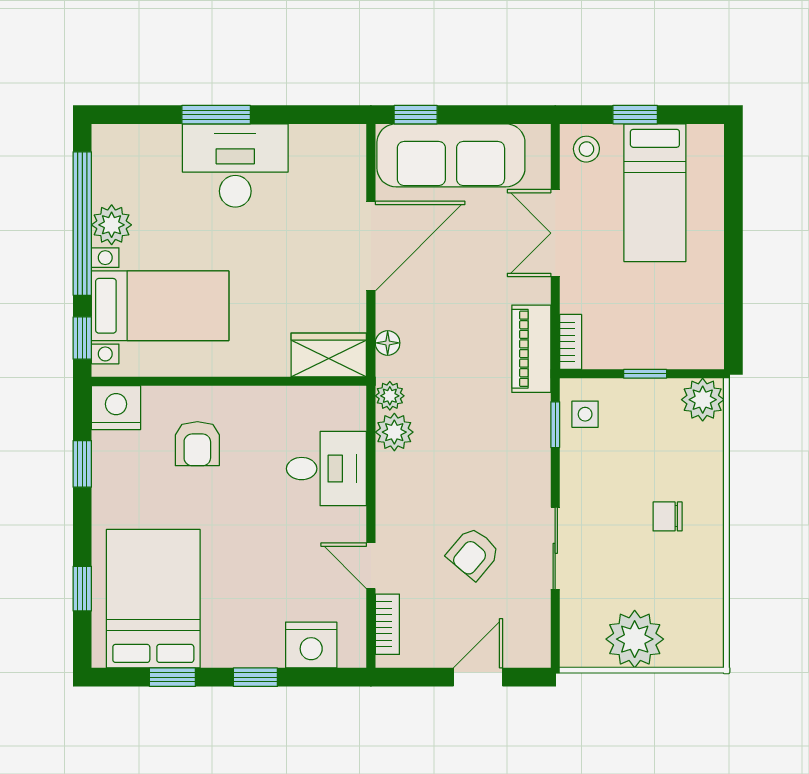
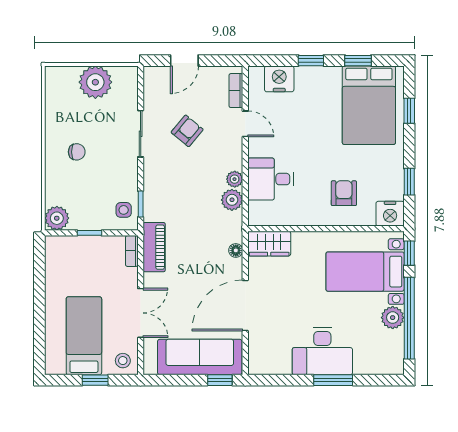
plant: (390, 396) -> (235, 179), moved

